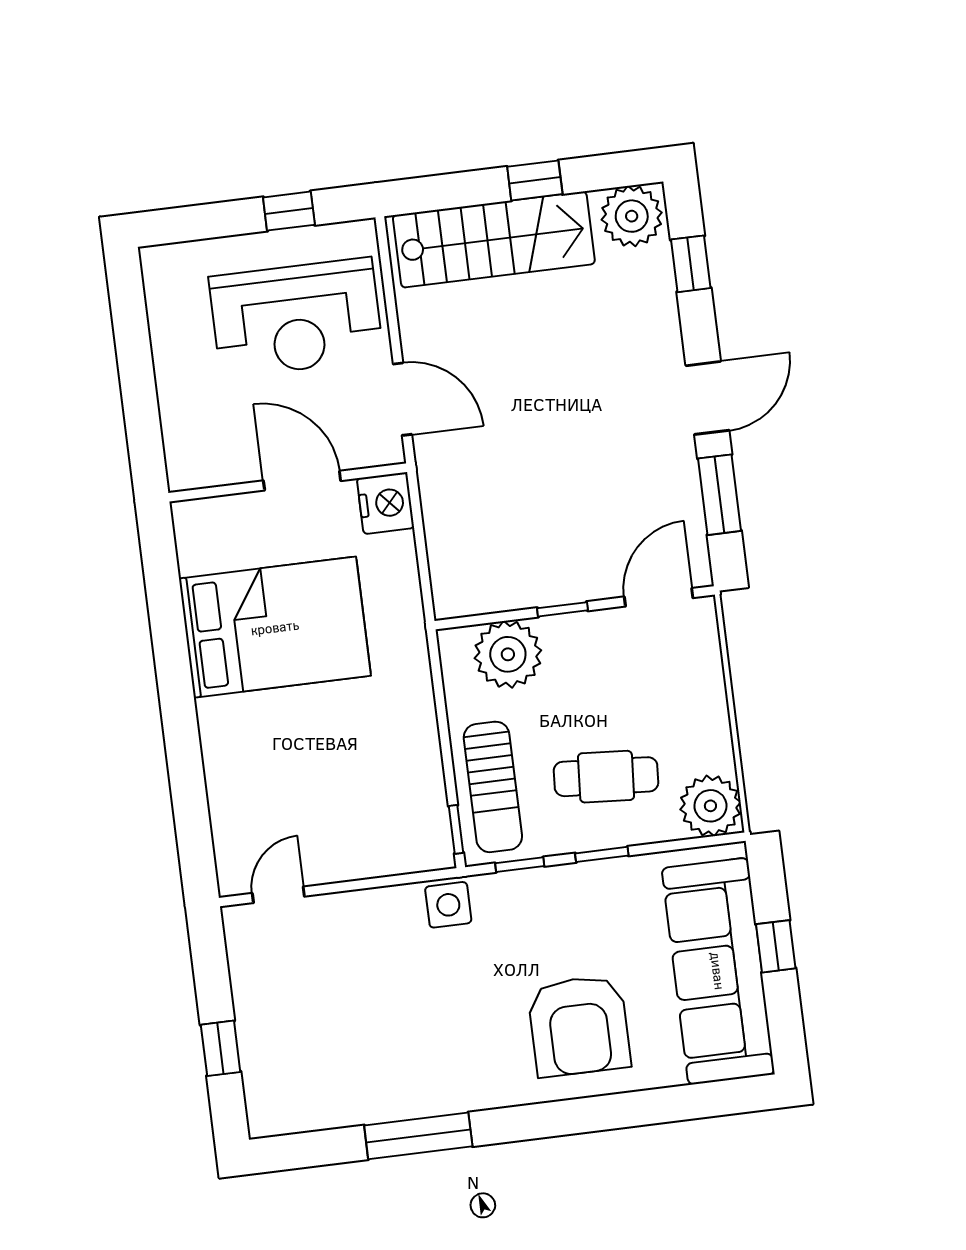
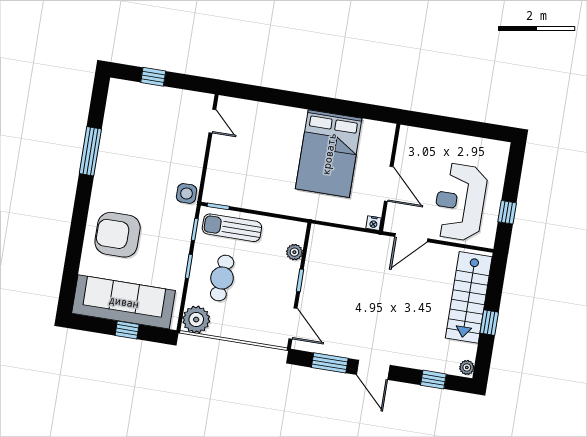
plant: (632, 216) -> (467, 367), width x0.53, depth x0.53
door: (302, 481) -> (389, 184), hinge flipped
nightstand: (385, 503) -> (374, 223), width x0.53, depth x0.56
plant: (508, 654) -> (294, 252), width x0.53, depth x0.53

